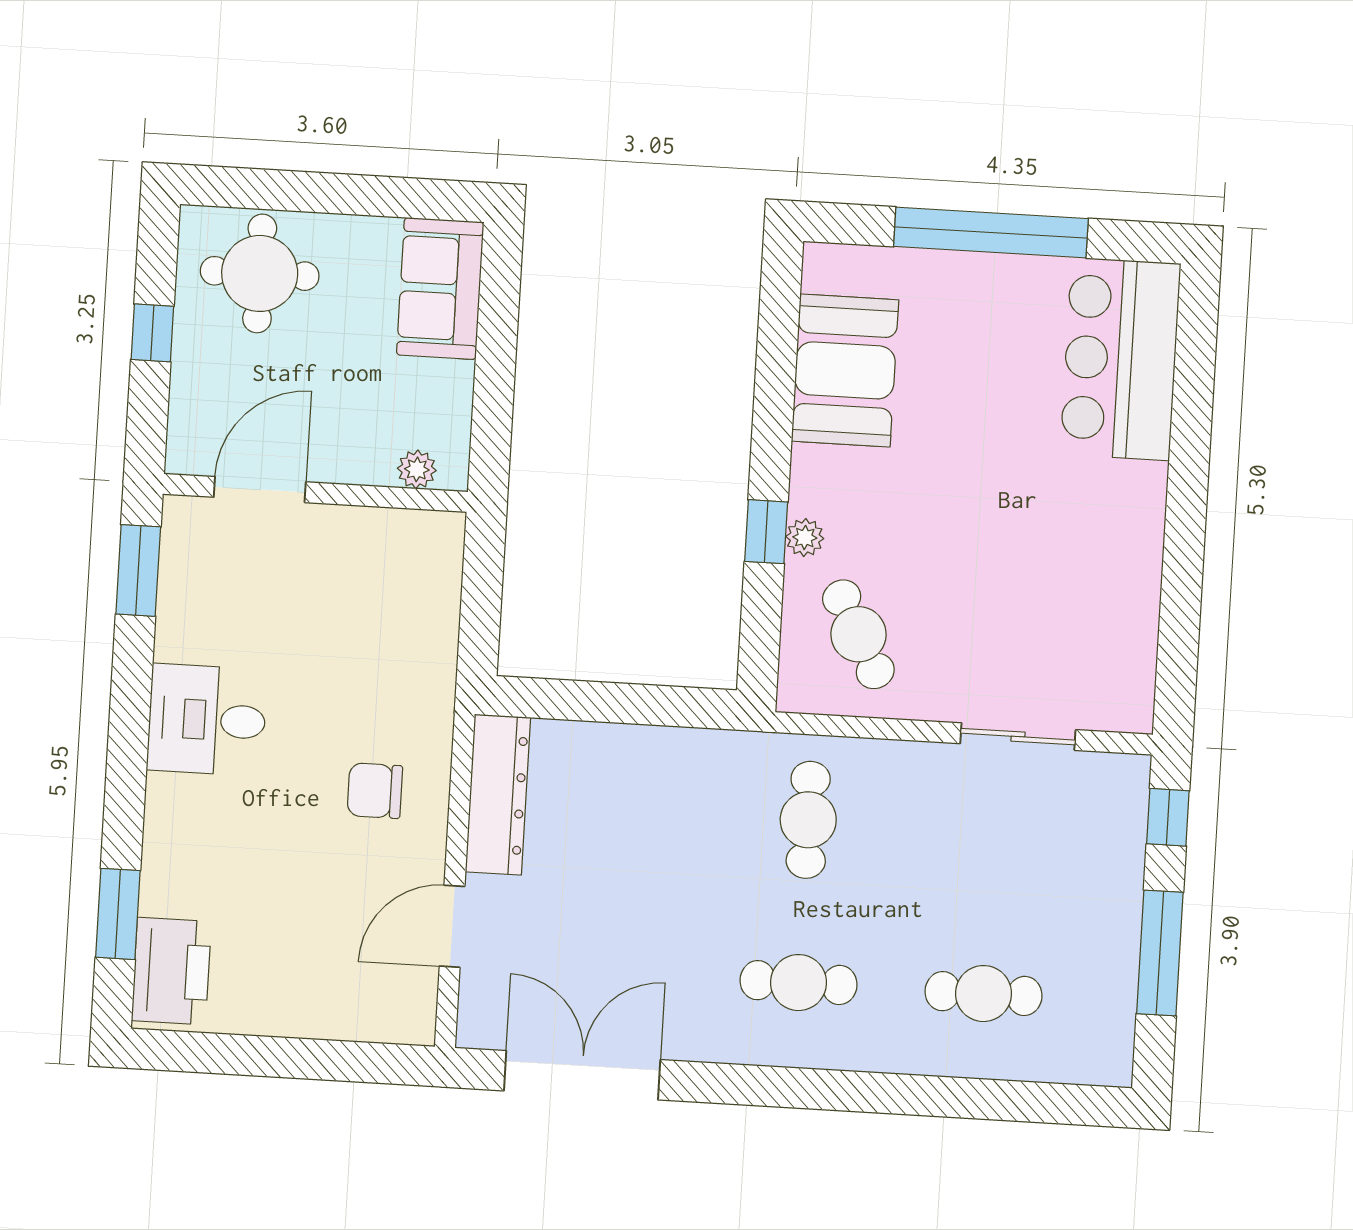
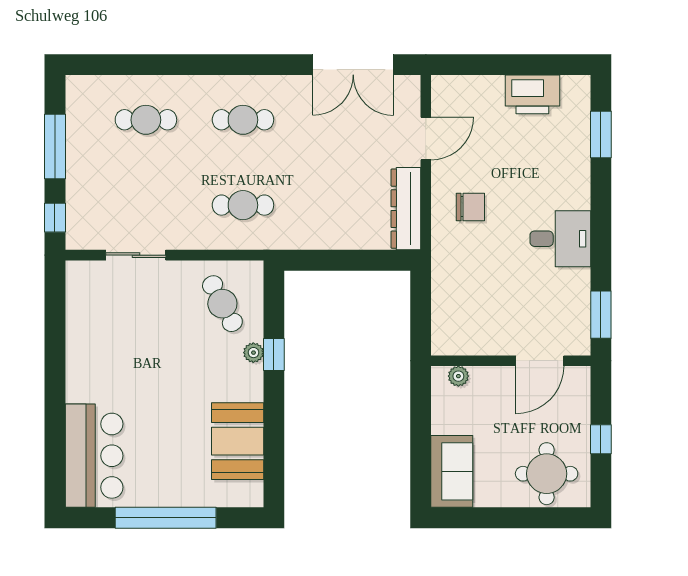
cafe table: (808, 820) -> (243, 205), turned 90
printer: (171, 971) -> (532, 94), moved, turned -90

